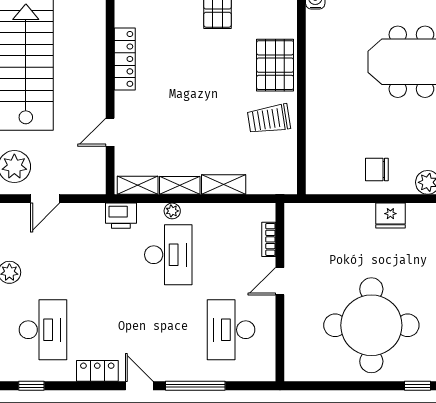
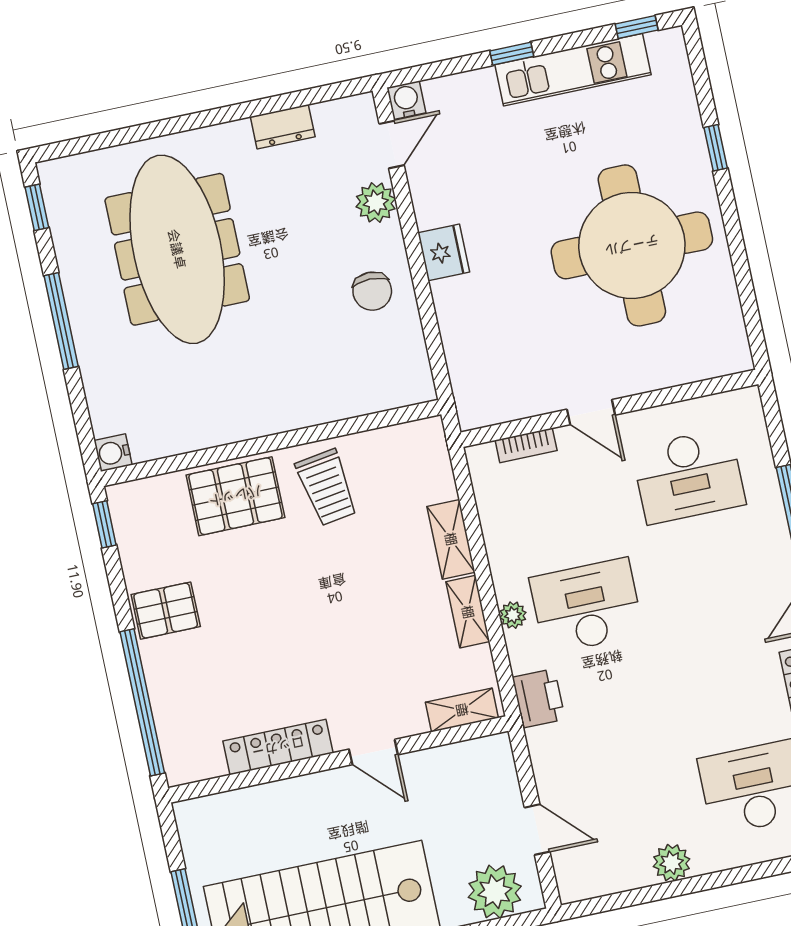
door: (110, 132) -> (373, 752), moved
shelving: (138, 185) -> (462, 710), moved, turned 90

